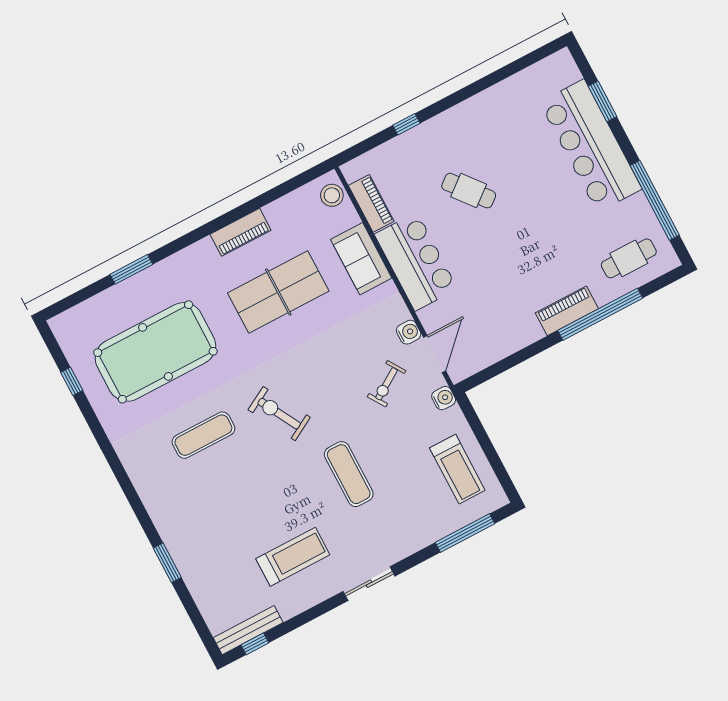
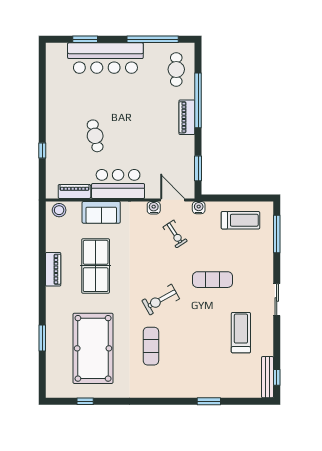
cafe table: (469, 191) -> (95, 136), turned -63
window: (501, 367) -> (198, 168), added

